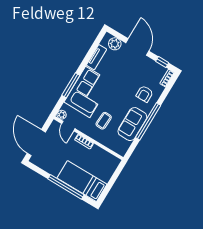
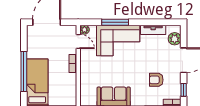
armchair: (145, 94) -> (156, 80), moved
coffee table: (104, 121) -> (101, 70), removed
door: (68, 126) -> (78, 42), swing flipped

